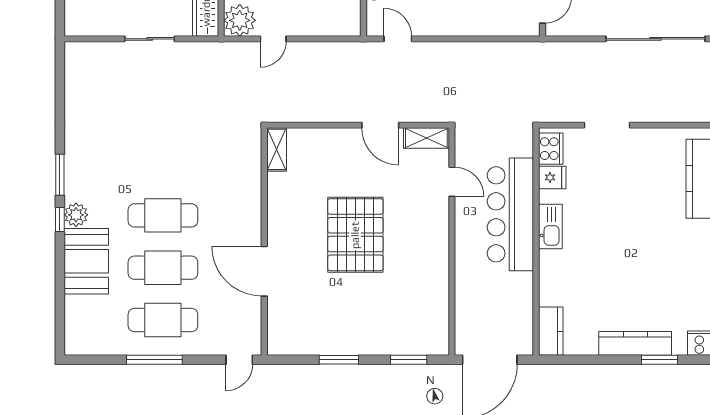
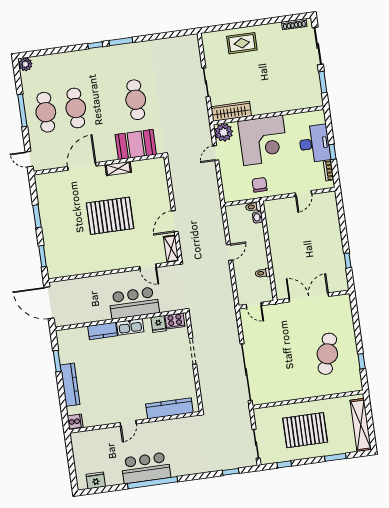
door: (273, 39) -> (216, 153), hinge flipped
door: (398, 39) -> (230, 252), moved
shelving: (277, 149) -> (118, 169), moved
door: (452, 182) -> (148, 267), hinge flipped
bar counter: (510, 214) -> (134, 303), width x0.73
plant: (76, 215) -> (25, 64), moved
cafe table: (163, 215) -> (136, 100), moved
booth: (86, 261) -> (136, 144), moved
kitchen counter: (551, 331) -> (103, 331), moved
window: (660, 360) -> (57, 361), moved

